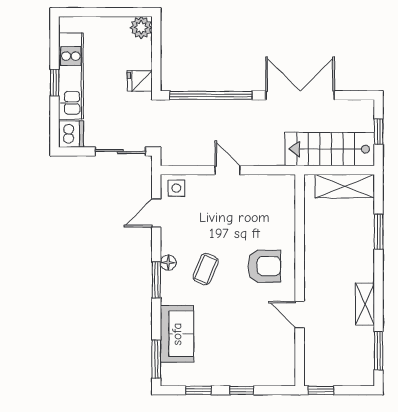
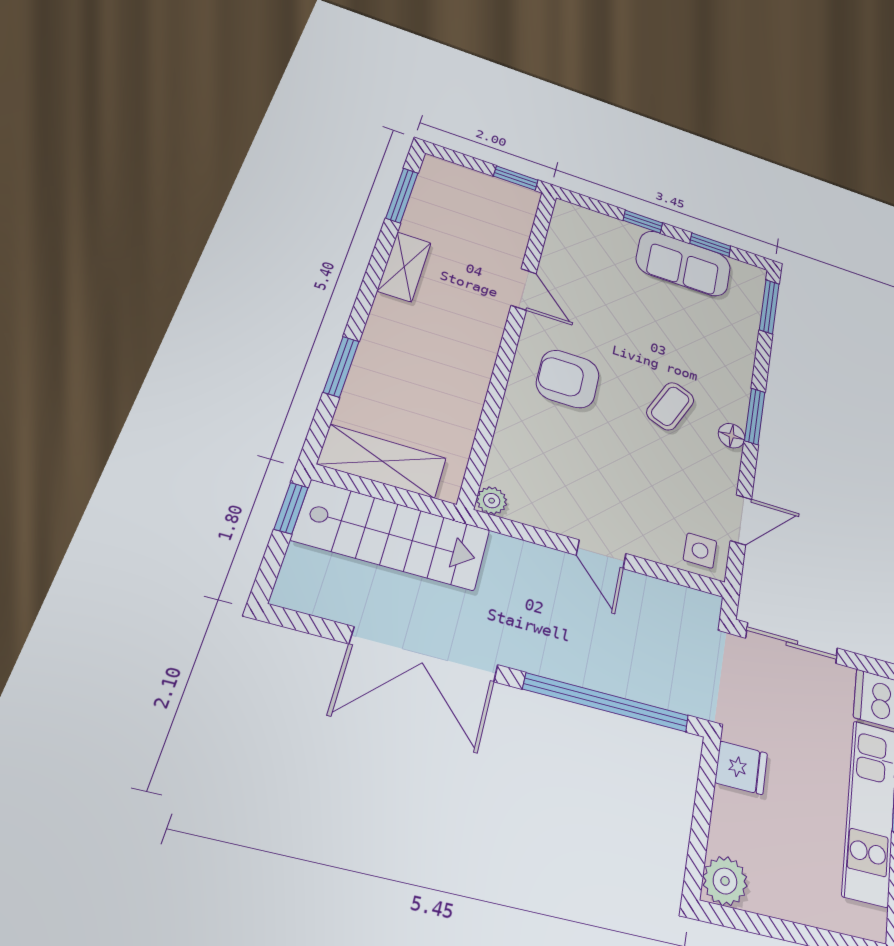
window: (379, 132) -> (291, 508), moved
plant: (288, 182) -> (492, 501), added
sofa: (177, 334) -> (684, 263), moved, turned -90

